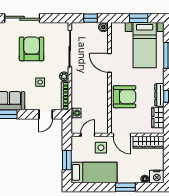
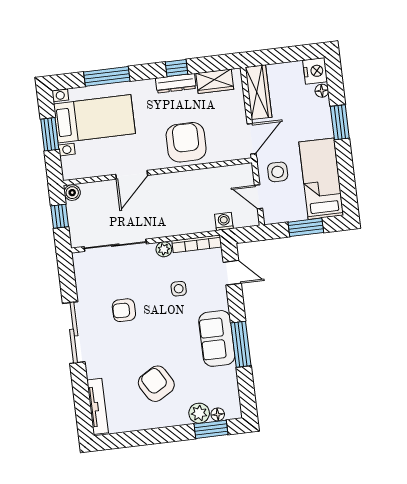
armchair: (32, 49) -> (124, 310), width x0.53, depth x0.53

